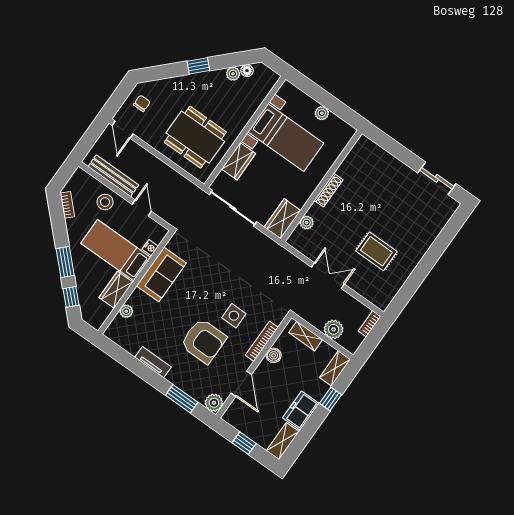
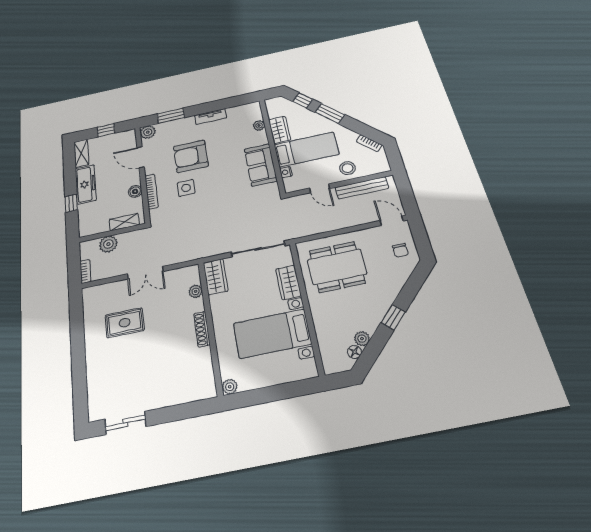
plant: (322, 113) -> (230, 387), moved
shelving: (335, 368) -> (85, 223), removed
freezer: (301, 411) -> (86, 184), width x1.40

